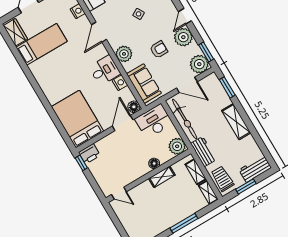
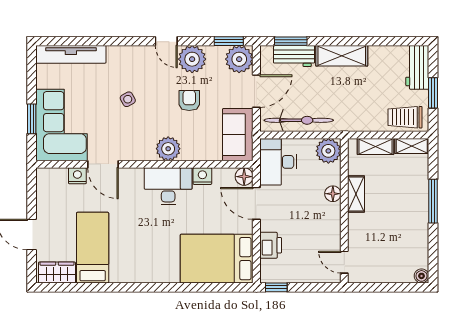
door: (99, 32) -> (103, 164), moved
desk: (105, 70) -> (168, 186), width x1.37
sofa: (144, 84) -> (238, 135), moved, turned -90
workbench: (203, 152) -> (294, 56), moved, turned 180
printer: (89, 154) -> (271, 245), moved
door: (119, 193) -> (344, 262), swing flipped

